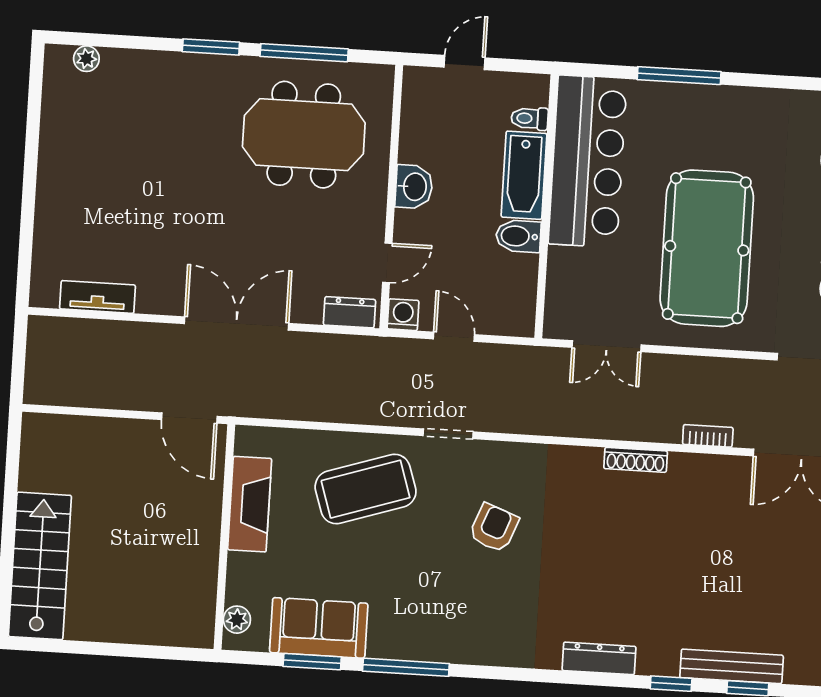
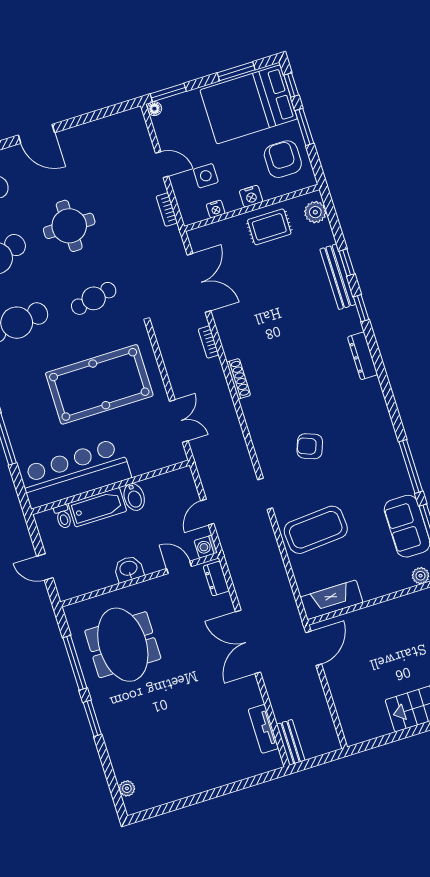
bench: (62, 330) -> (291, 742), added
coffee table: (366, 489) -> (316, 530), turned -76
fireplace: (250, 504) -> (332, 600), moved

